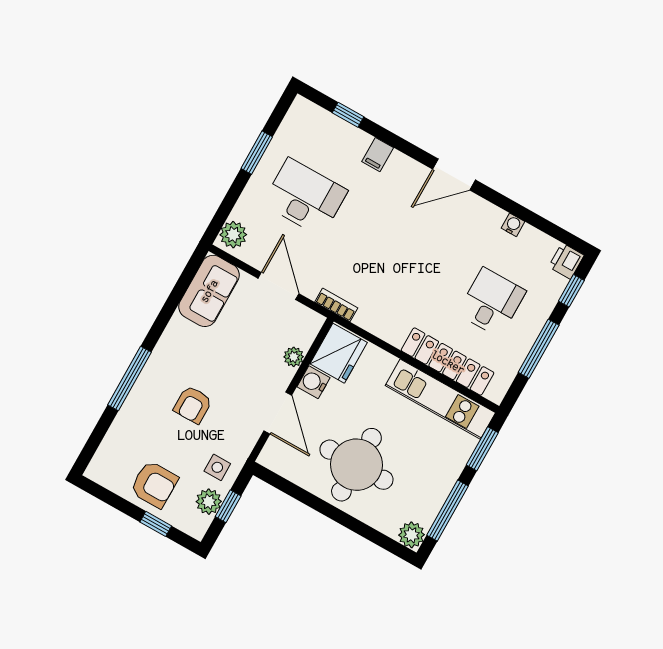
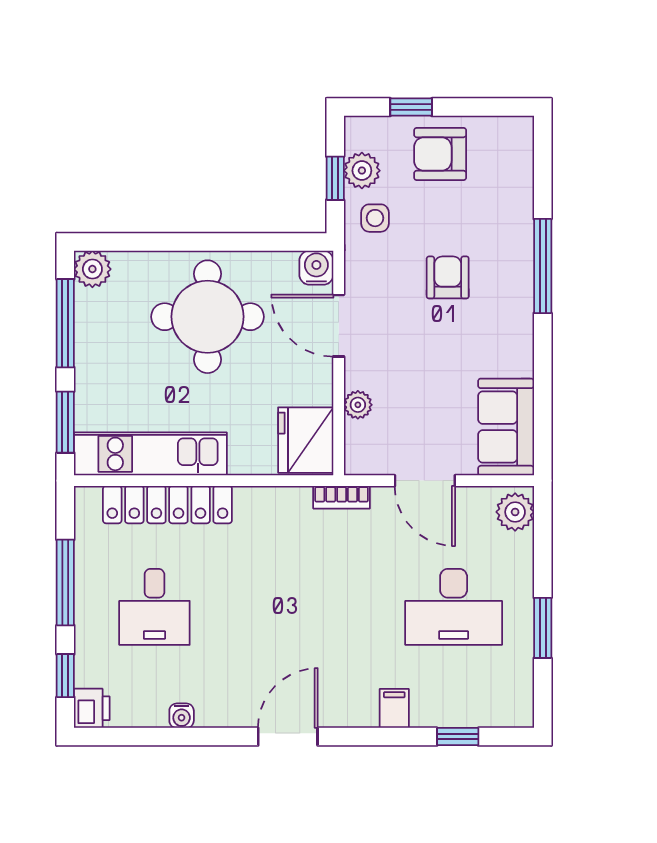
water cooler: (313, 382) -> (316, 268), moved, turned -90

